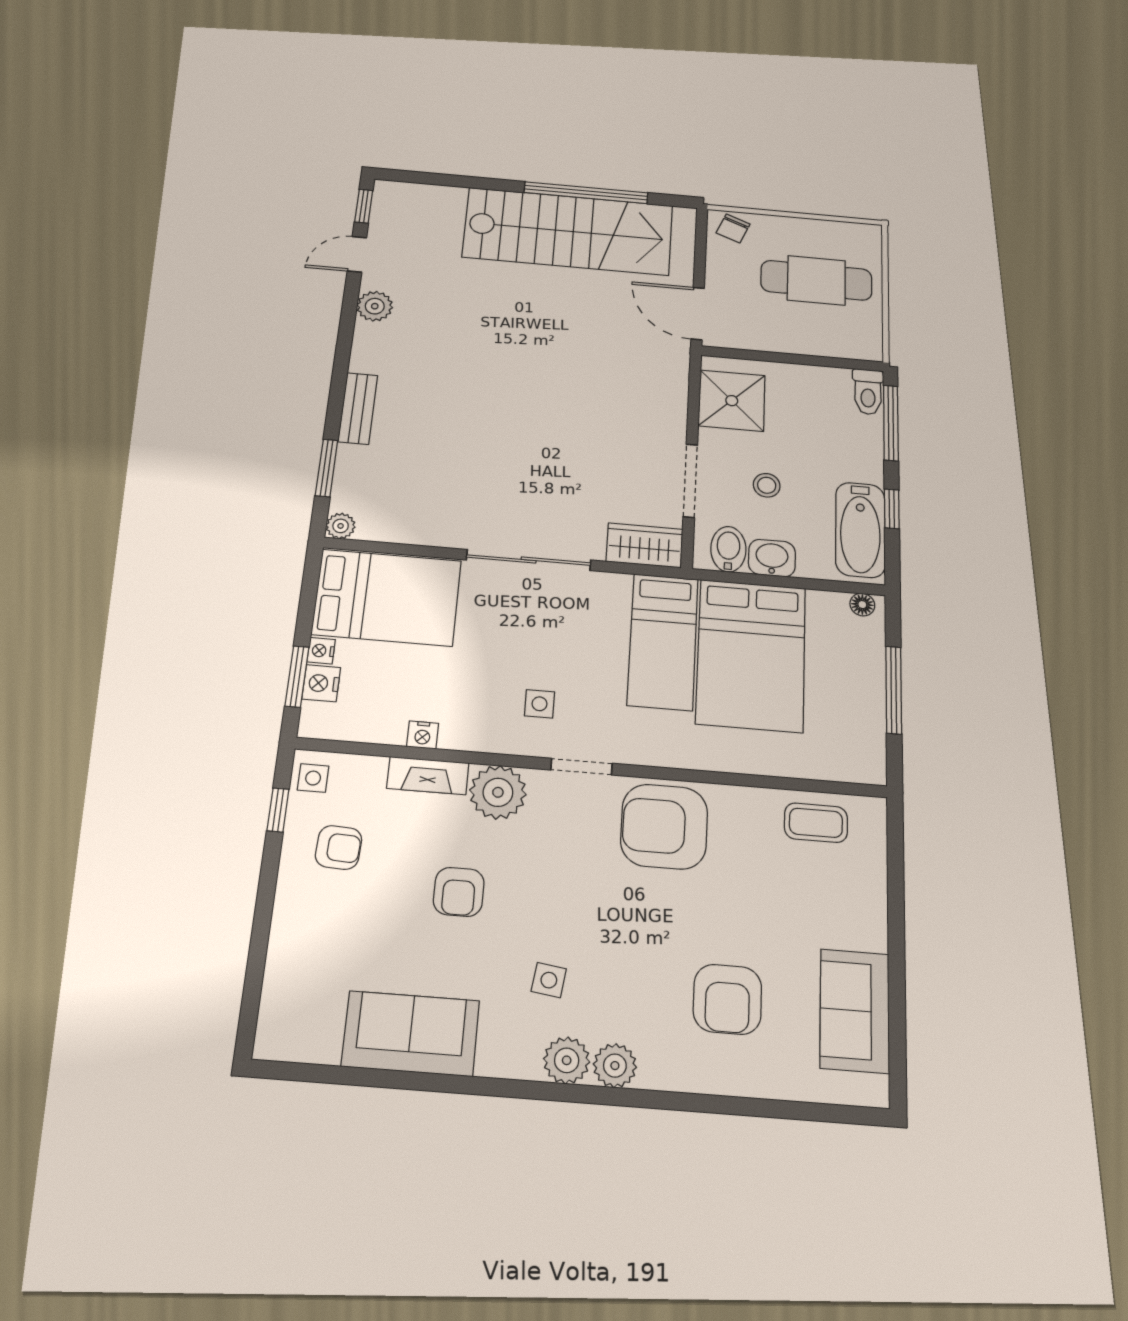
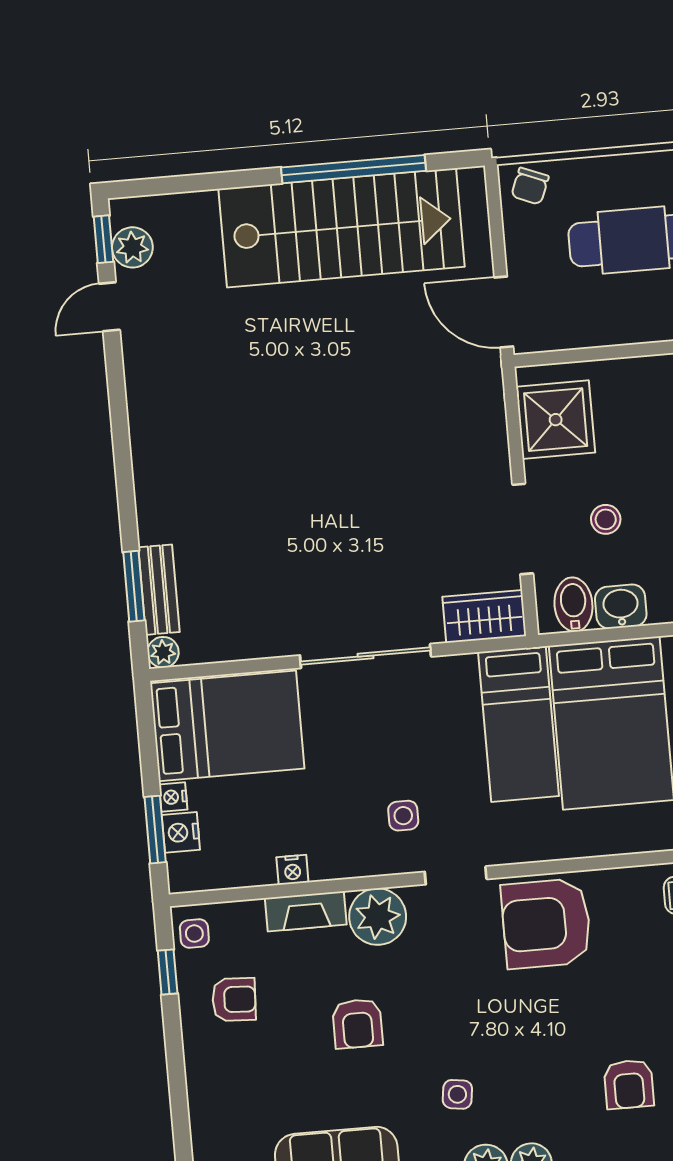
plant: (375, 306) -> (132, 247), moved
bench: (358, 408) -> (159, 590), moved
armchair: (727, 999) -> (629, 1084), width x0.72, depth x0.72

